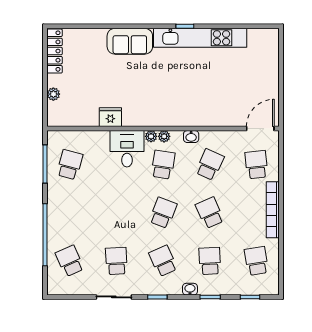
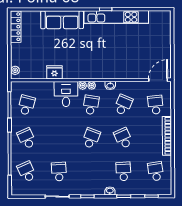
sofa: (130, 41) -> (62, 20), width x1.36
plant: (53, 94) -> (15, 70), moved
school desk: (163, 261) -> (27, 138), moved

